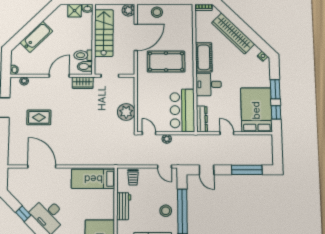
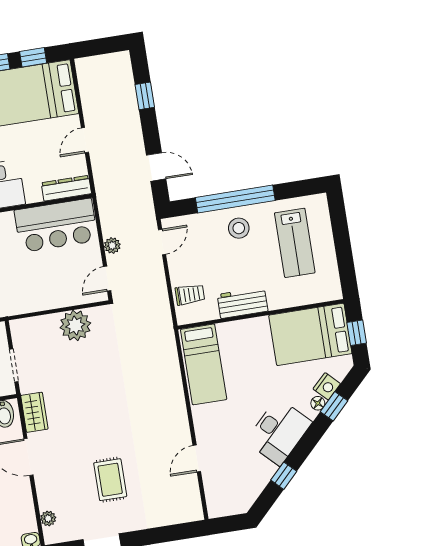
door: (42, 167) -> (197, 458), width x0.53
door: (207, 170) -> (156, 167), hinge flipped
window: (247, 170) -> (145, 96), width x0.46

